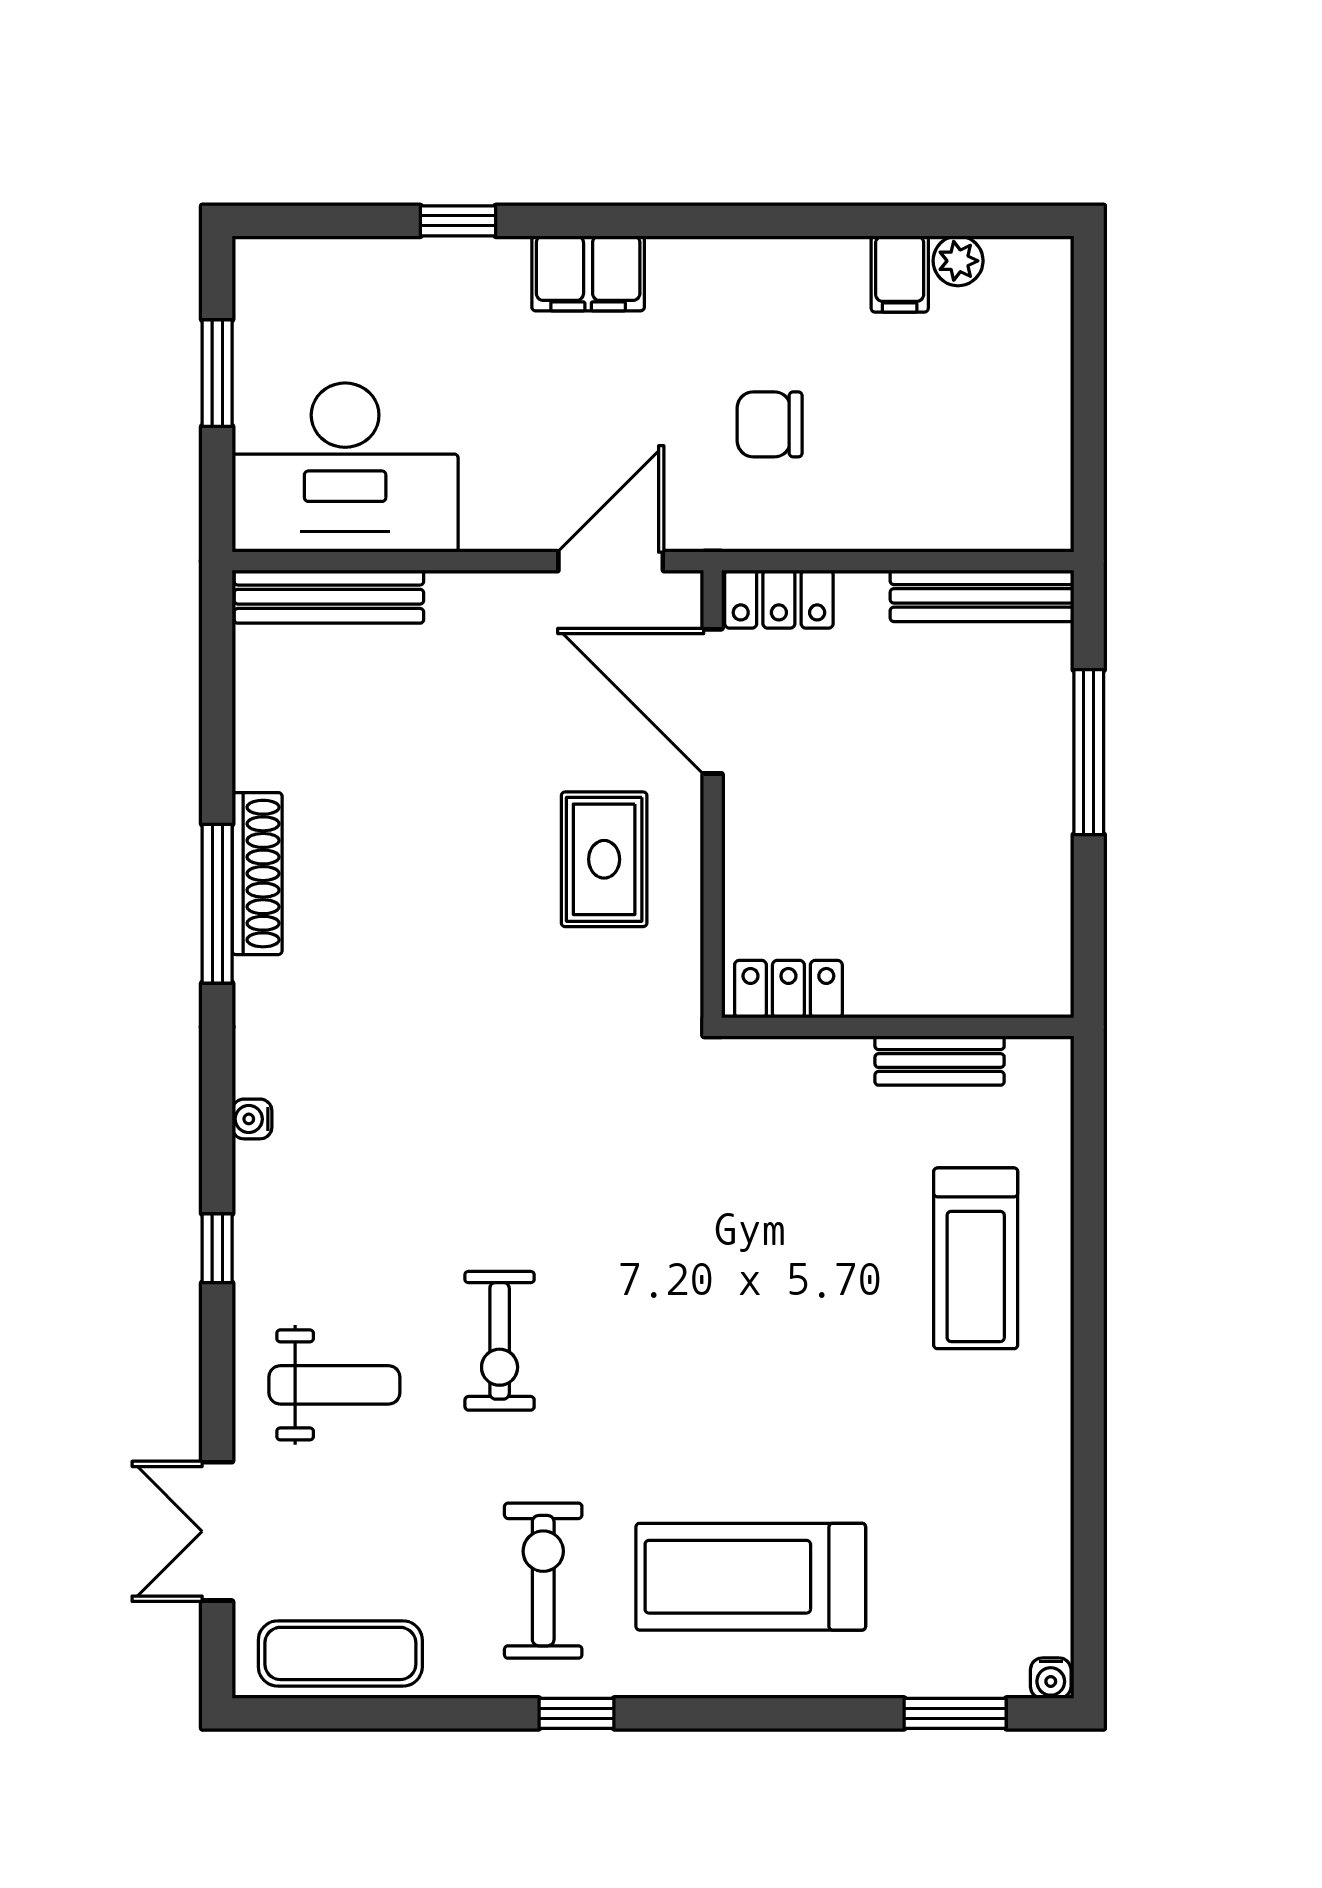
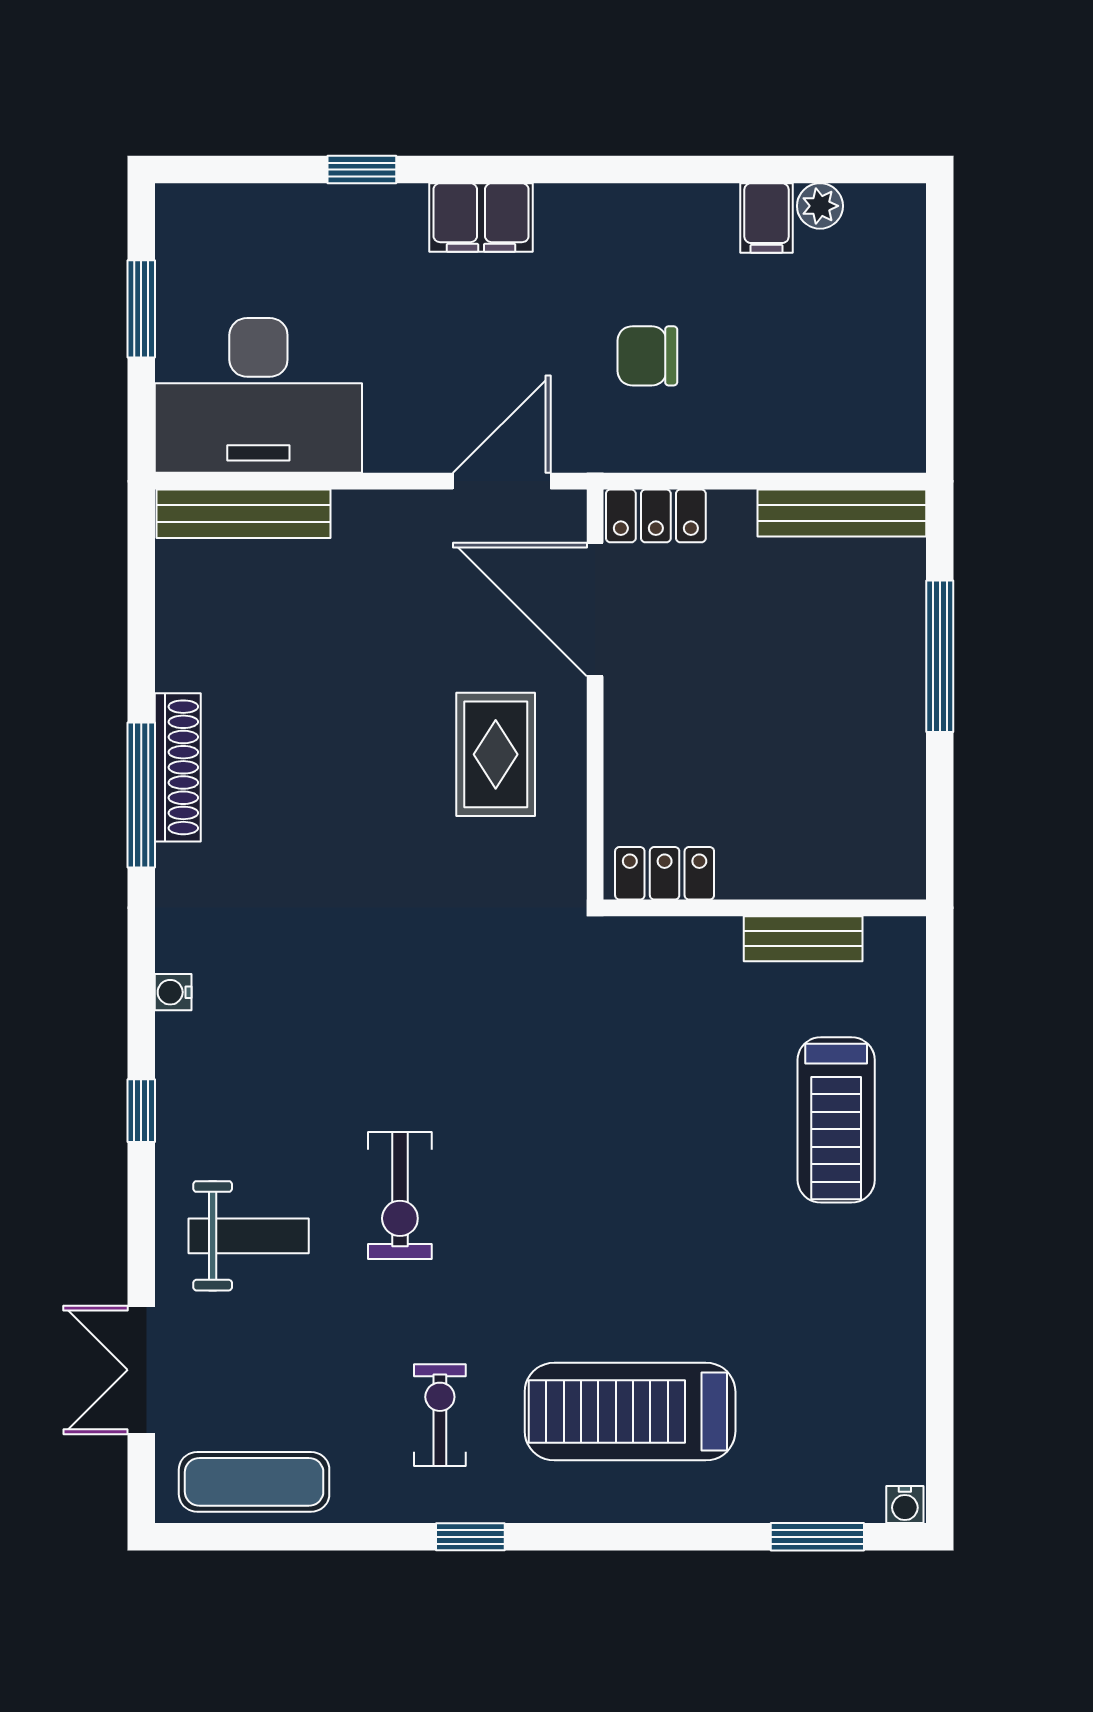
exercise bike: (543, 1581) -> (440, 1415), width x0.73, depth x0.72

